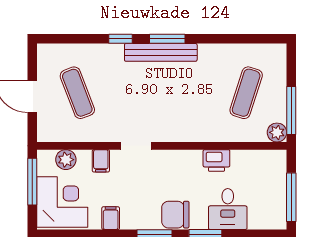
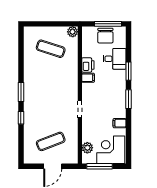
bench: (161, 52) -> (28, 96), removed
window: (291, 111) -> (60, 24), removed
filing cabinet: (101, 161) -> (88, 78), moved
chair: (175, 215) -> (105, 36), moved

